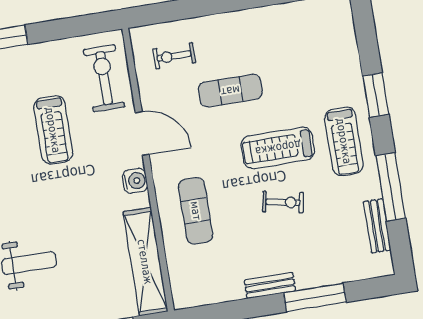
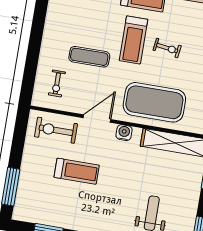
exercise mat: (230, 91) -> (89, 57), turned 90
exercise bike: (283, 202) -> (167, 48), turned 87
exercise mat: (196, 211) -> (154, 102), width x2.00, depth x1.45

